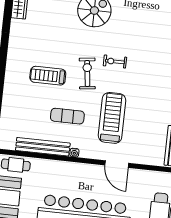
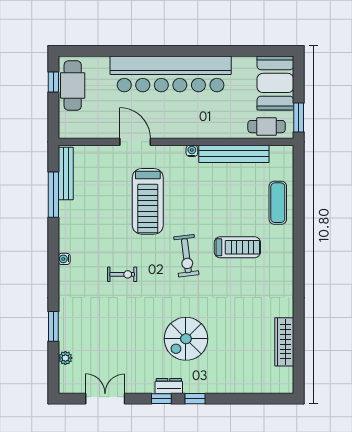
exercise bike: (115, 61) -> (122, 274), moved
exercise mat: (67, 116) -> (278, 203), moved, turned 90

